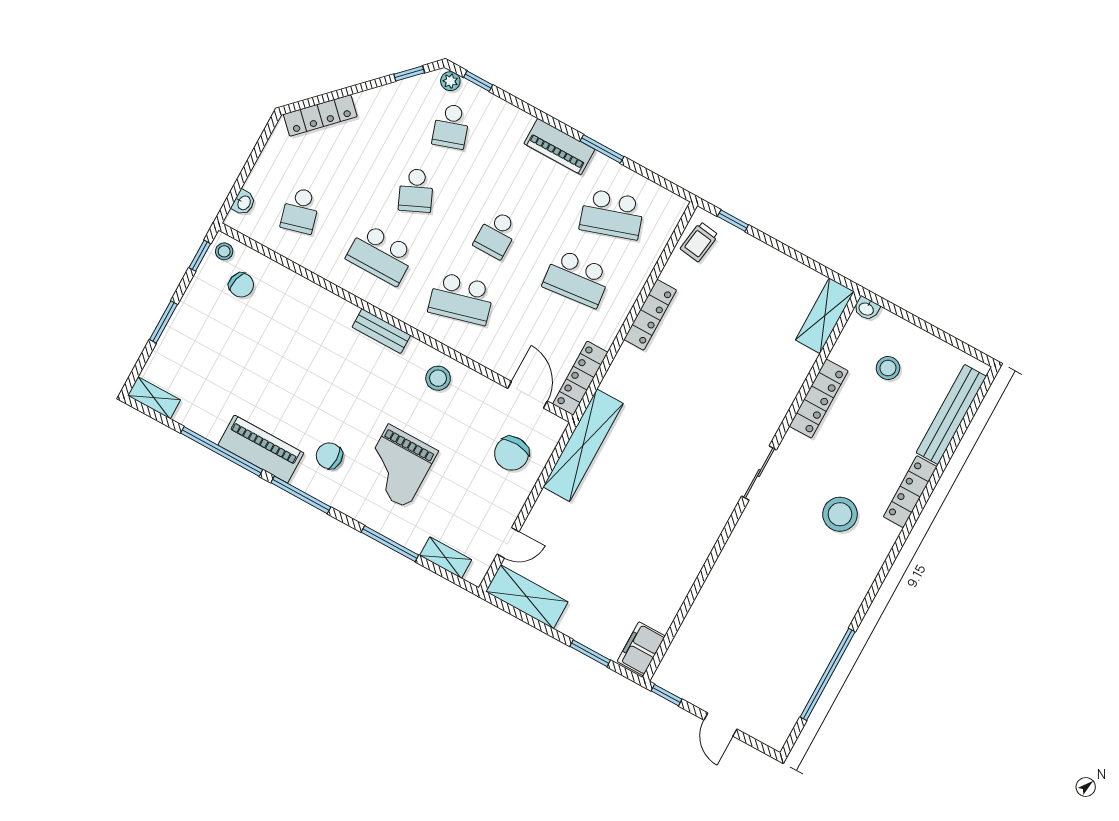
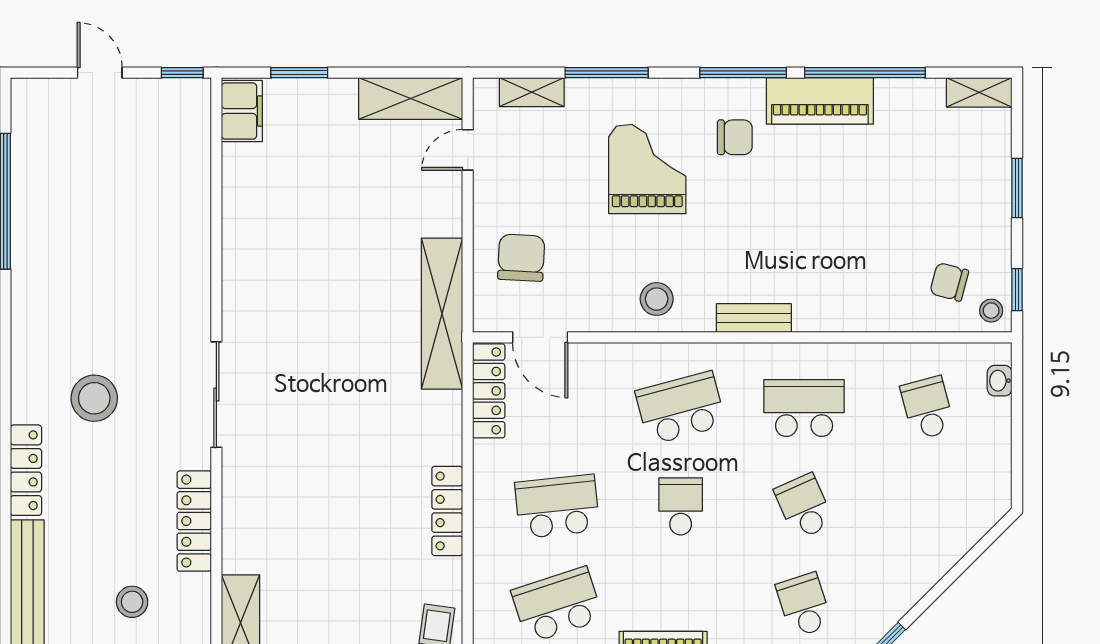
locker: (320, 115) -> (965, 533), removed
sliding door: (759, 473) -> (216, 395), width x1.37

